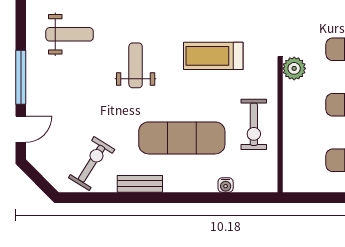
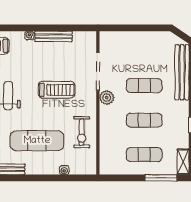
treadmill: (213, 56) -> (56, 90), turned 180

